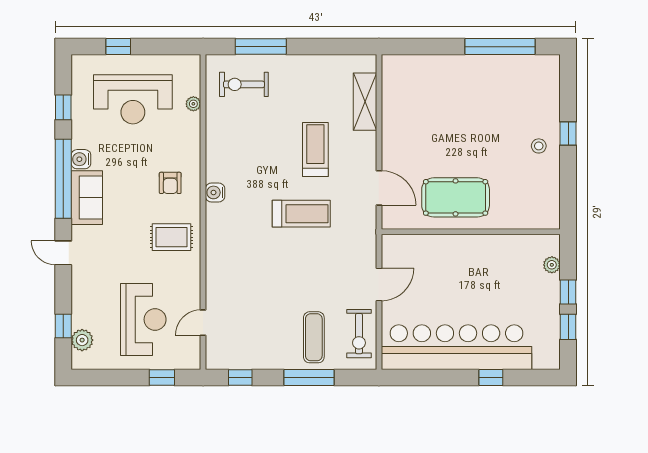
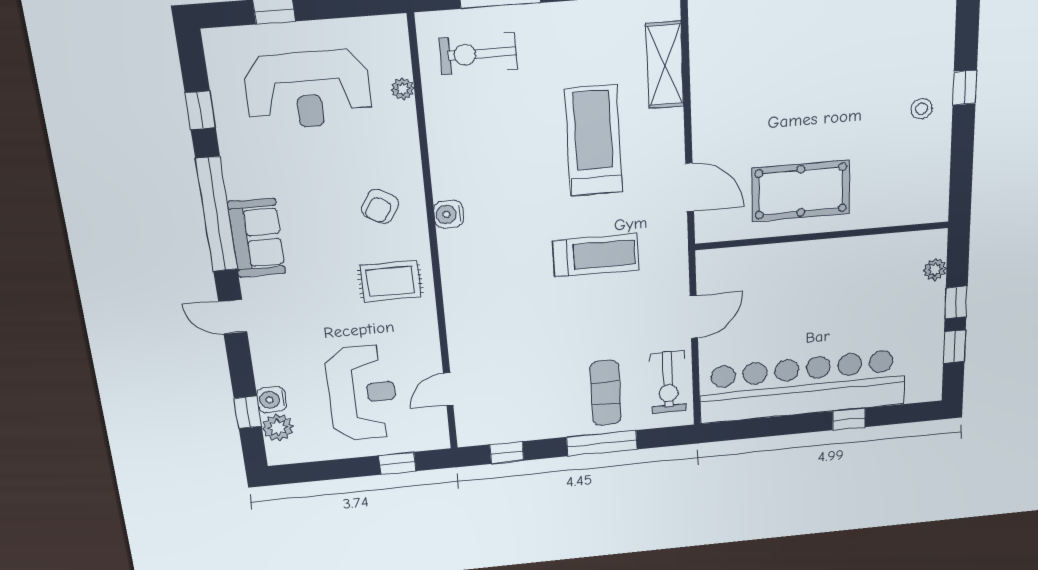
treadmill: (315, 150) -> (594, 141), width x1.37, depth x1.38
water cooler: (81, 159) -> (272, 400), moved
armchair: (170, 183) -> (380, 207), turned 31
treadmill: (301, 214) -> (596, 255), moved

